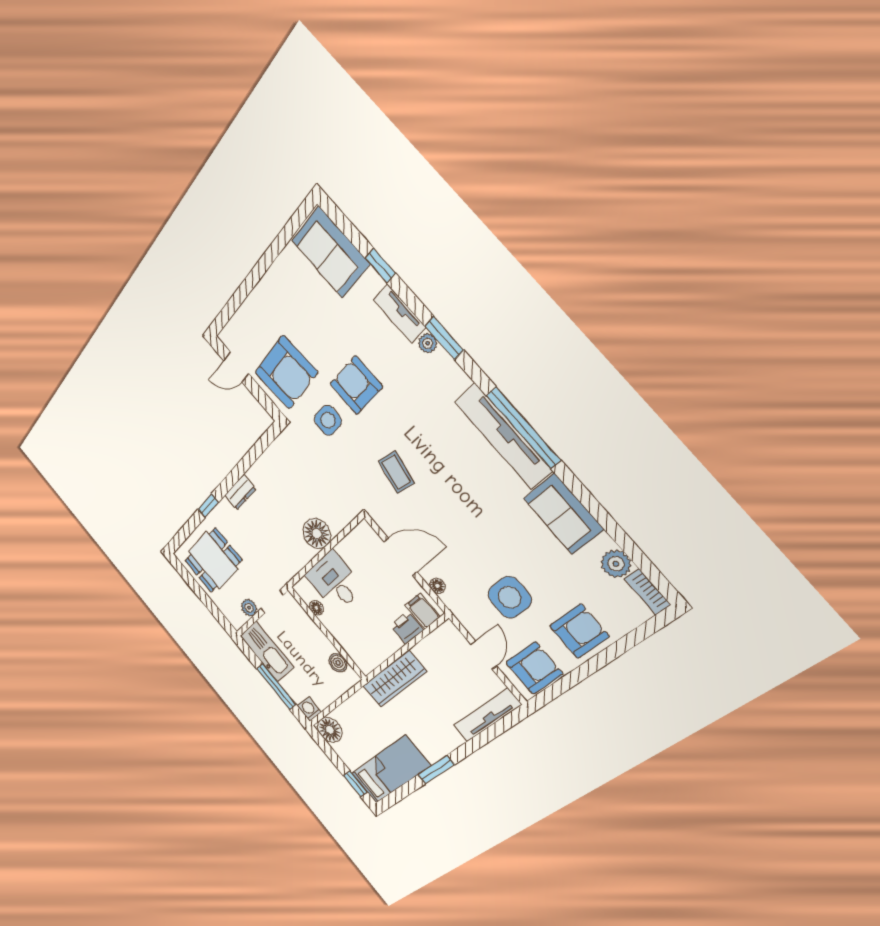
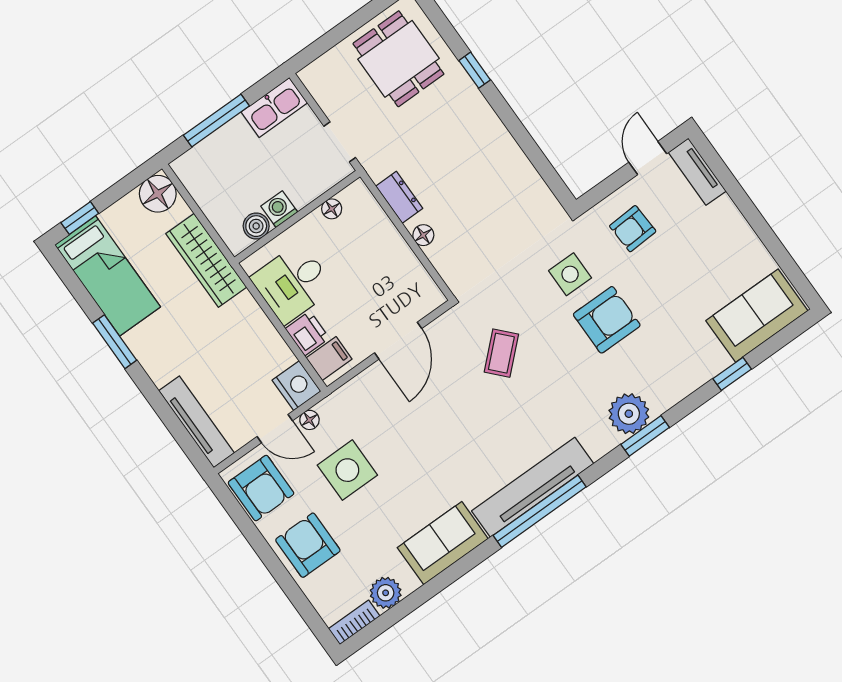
tv unit: (400, 313) -> (697, 172), moved, turned -90
plant: (428, 343) -> (629, 414), width x1.88, depth x1.88
armchair: (286, 372) -> (633, 229), width x0.53, depth x0.53
coffee table: (396, 472) -> (501, 353), turned -54
dresser: (240, 492) -> (399, 197), moved, turned 180
floor lamp: (317, 533) -> (423, 235), width x0.53, depth x0.53
desk: (334, 581) -> (293, 283), moved, turned 180
floor lamp: (437, 586) -> (309, 420), moved
plant: (249, 608) -> (331, 102), removed
armchair: (579, 631) -> (308, 545), turned 180
nightstand: (448, 637) -> (297, 386), added
kitchen sink: (267, 652) -> (274, 107), width x0.73, depth x0.81
wardrobe: (394, 679) -> (206, 260), moved
washing machine: (309, 709) -> (279, 209), moved, turned -90

